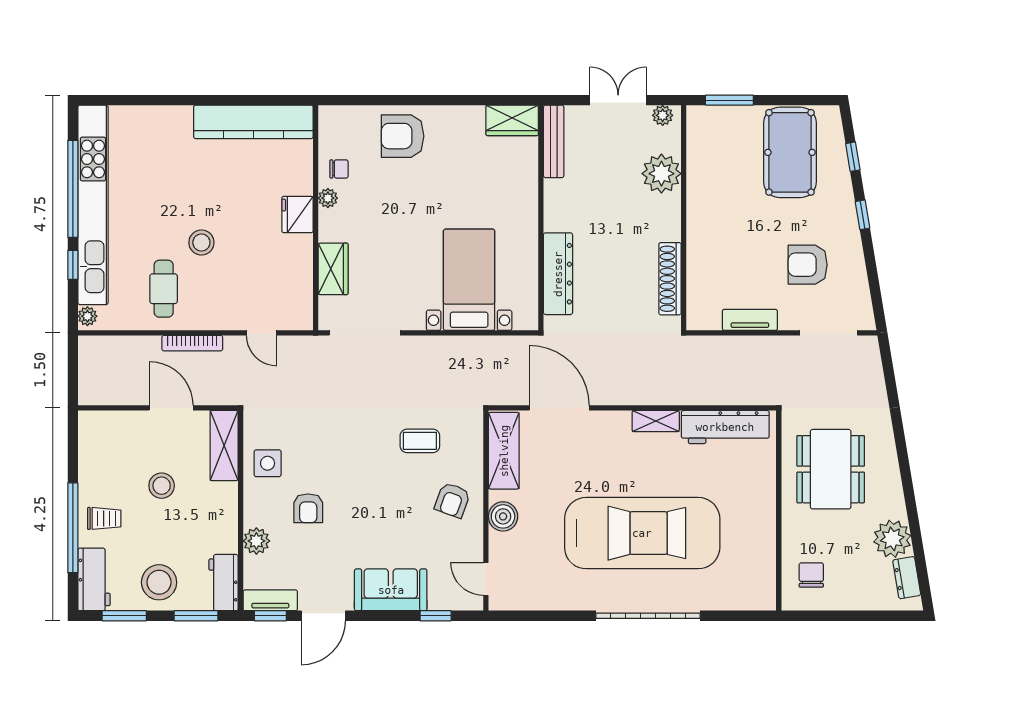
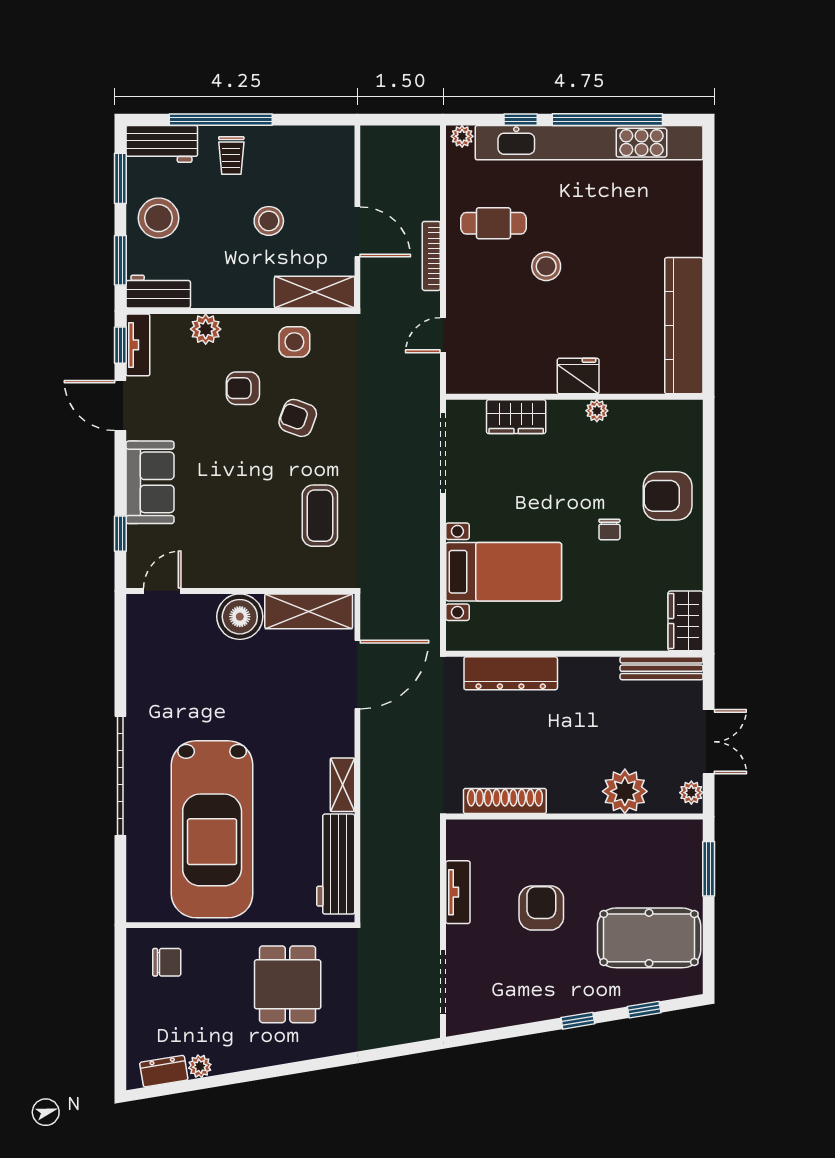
armchair: (403, 136) -> (668, 496), turned -90
chair: (339, 169) -> (609, 529), moved
armchair: (808, 265) -> (541, 908), moved
door: (171, 408) -> (357, 232), hinge flipped
coffee table: (420, 441) -> (320, 516), width x1.36, depth x1.30
dining table: (831, 469) -> (288, 984), width x0.73
armchair: (452, 500) -> (298, 418), moved
boiler: (503, 516) -> (240, 617), width x1.37, depth x1.37
car: (642, 533) -> (212, 829), moved
plant: (892, 539) -> (200, 1066), width x0.53, depth x0.53

